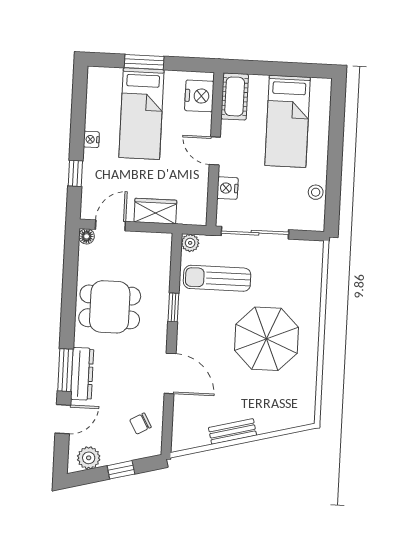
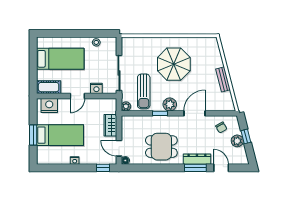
window: (75, 173) -> (103, 168), moved
dining table: (110, 307) -> (161, 147), turned 90
plant: (190, 327) -> (170, 104), added
plant: (89, 458) -> (237, 141), moved

